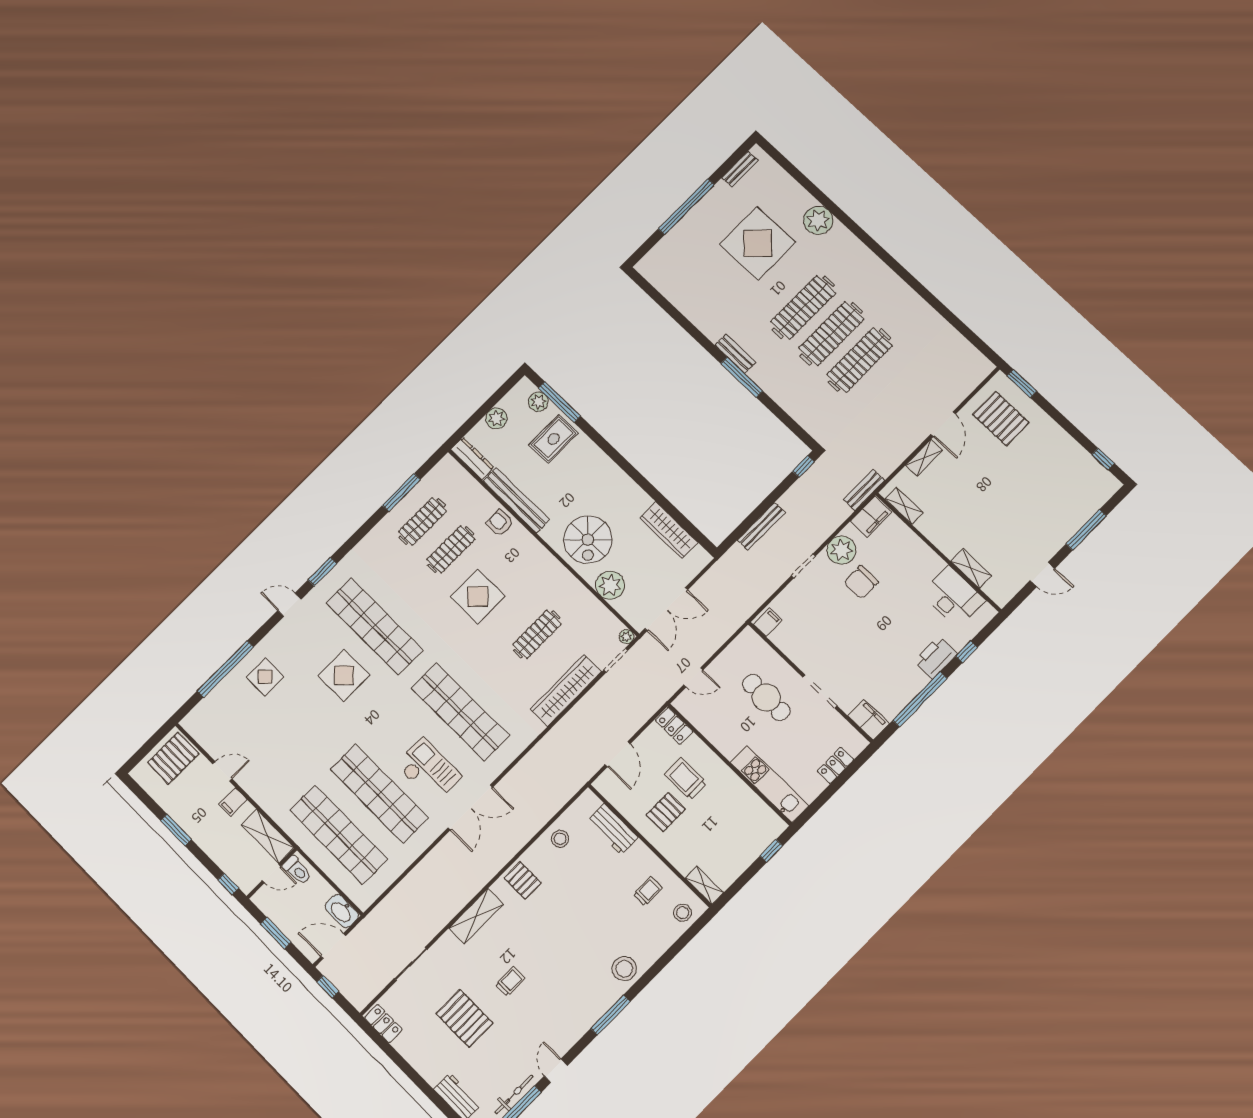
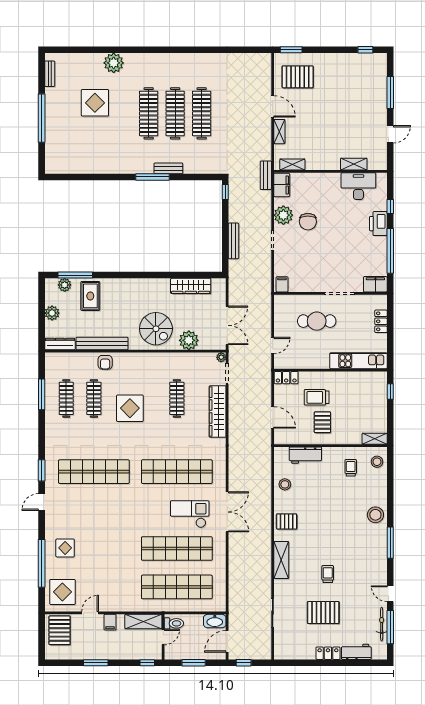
display table: (758, 243) -> (95, 103), width x0.73, depth x0.73
bench: (735, 354) -> (168, 168), moved
armchair: (500, 523) -> (105, 362), turned -89
display table: (344, 675) -> (62, 592), moved
locker: (383, 1024) -> (328, 653), moved

